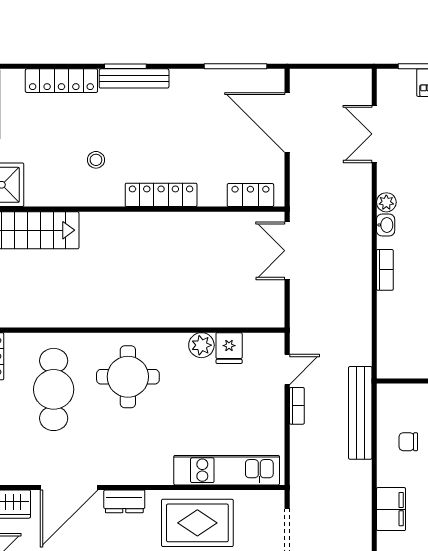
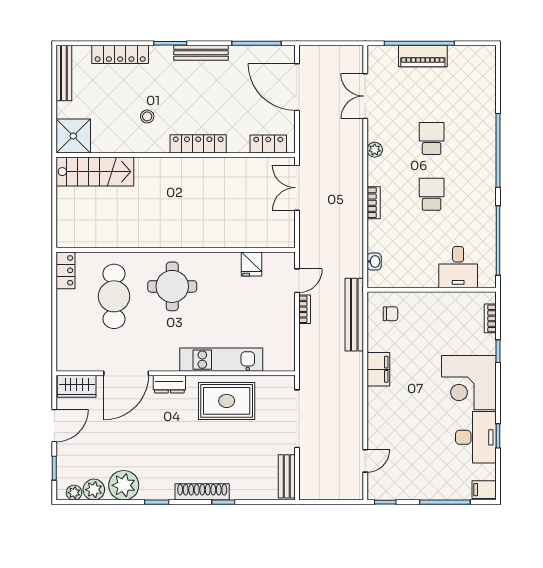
bench: (134, 78) -> (201, 53), moved
washbasin: (386, 225) -> (374, 261), moved
plant: (201, 345) -> (230, 262), removed
chair: (408, 442) -> (391, 314), moved, turned 180
kitchen unit: (227, 470) -> (221, 360), moved
filing cabinet: (391, 509) -> (378, 369), moved

